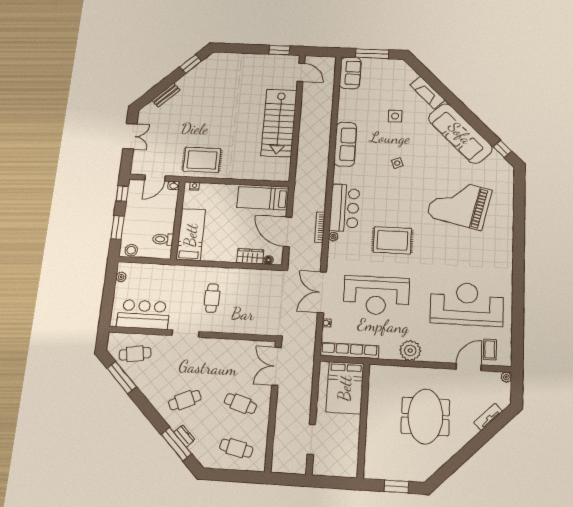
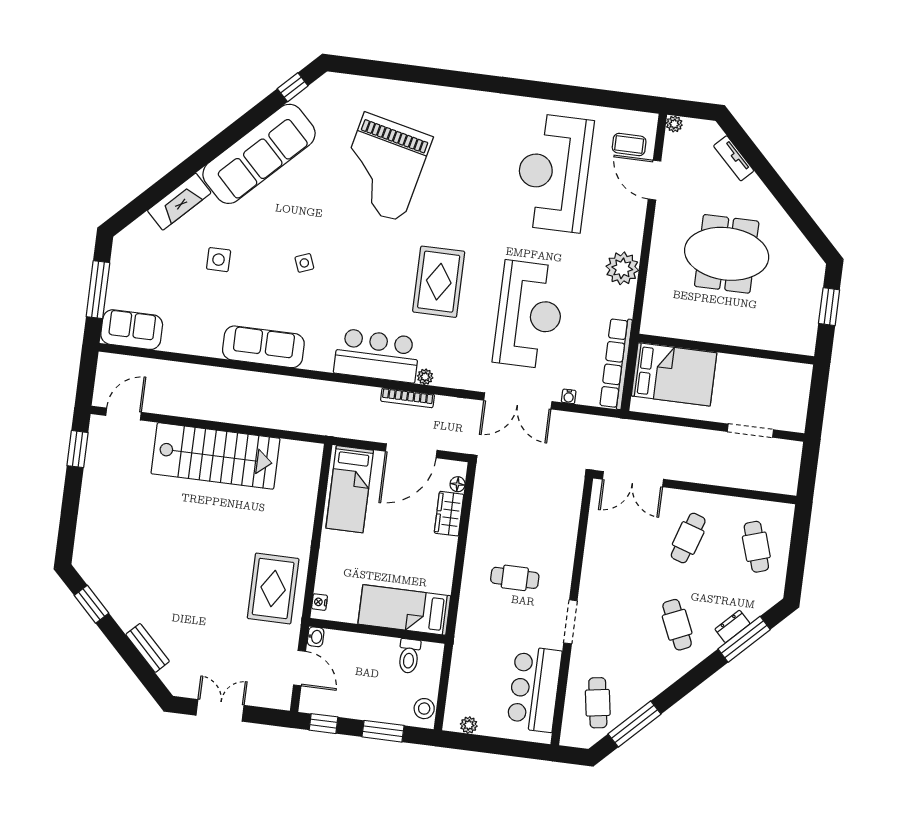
cafe table: (236, 448) -> (756, 547), turned -30

